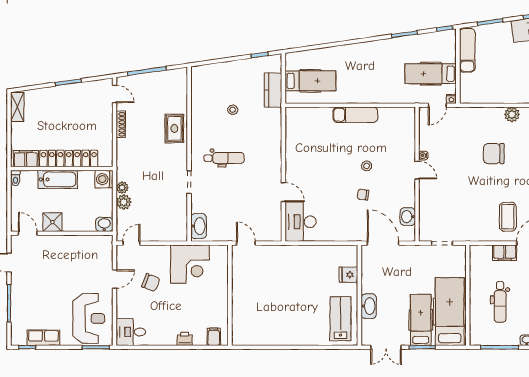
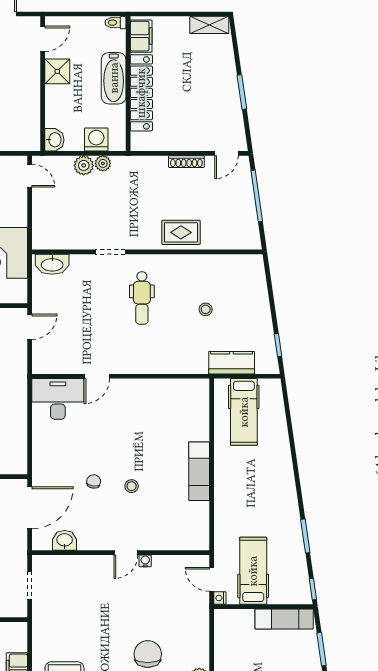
washing machine: (104, 179) -> (96, 139), moved

